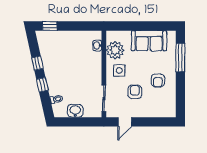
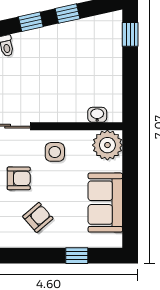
plant: (115, 50) -> (107, 145), moved
window: (180, 58) -> (77, 256), width x0.46
armchair: (158, 81) -> (38, 217), turned 139

